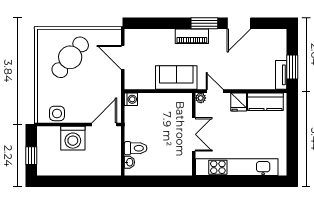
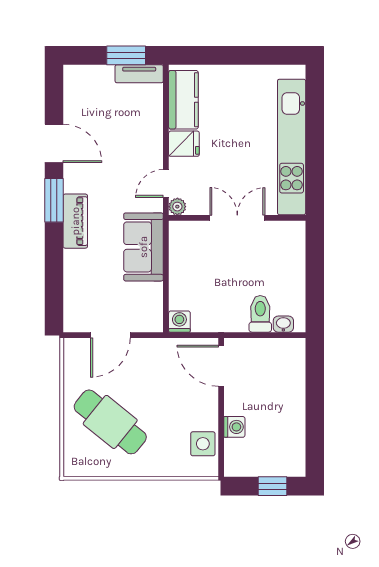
washing machine: (73, 138) -> (234, 427), width x0.53, depth x0.53

